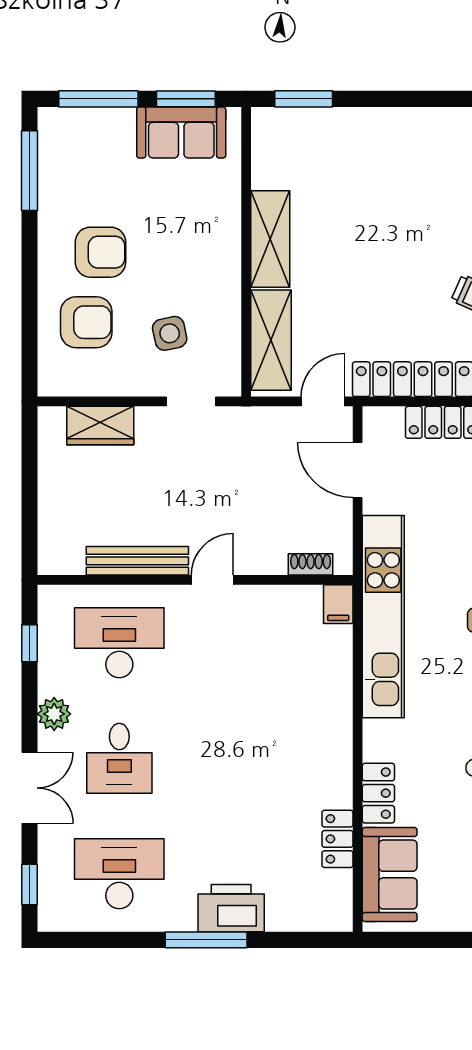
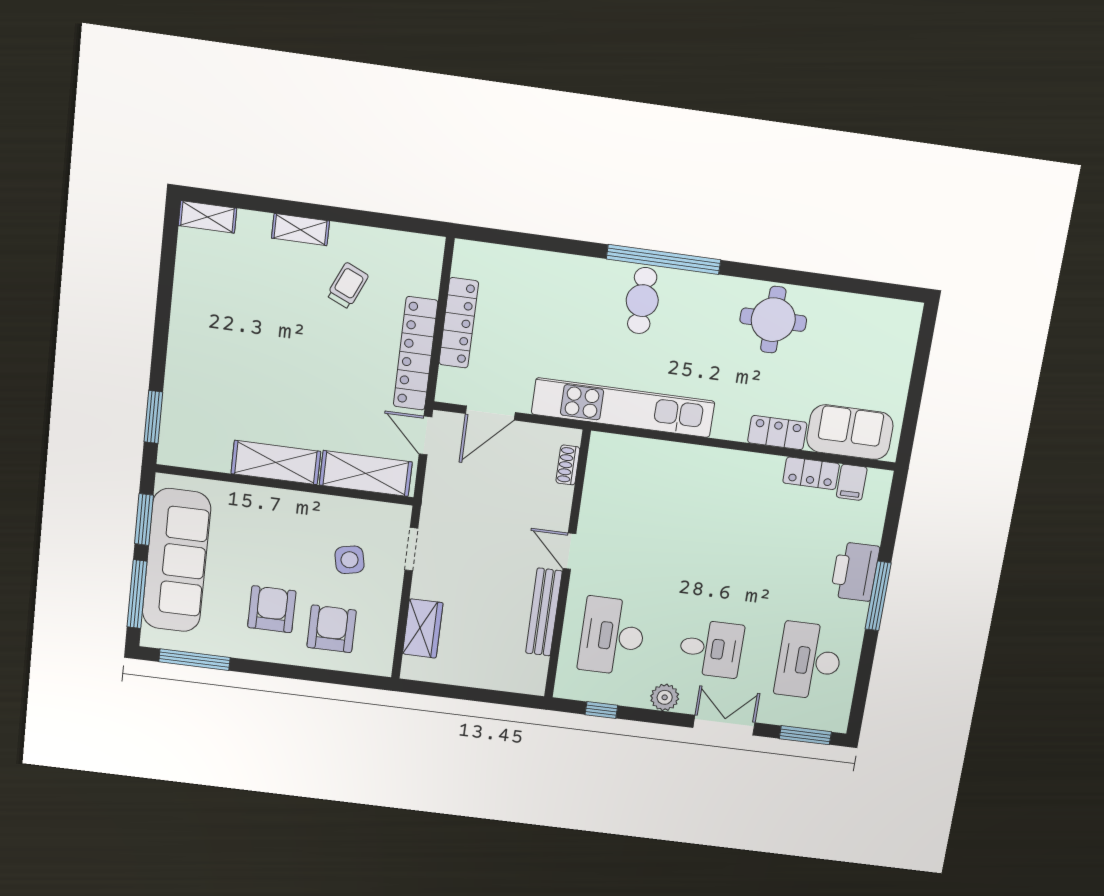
sofa: (181, 132) -> (176, 560), width x1.85, depth x1.27
filing cabinet: (338, 604) -> (852, 482), moved, turned 90
window: (30, 885) -> (805, 735), width x1.50

